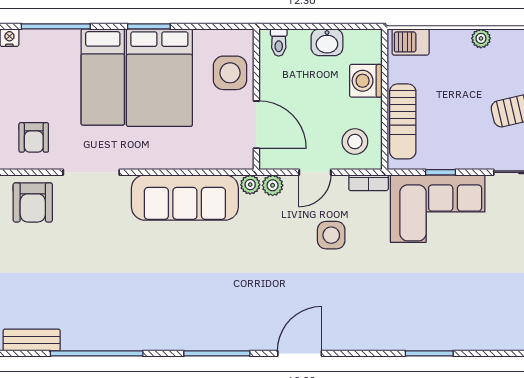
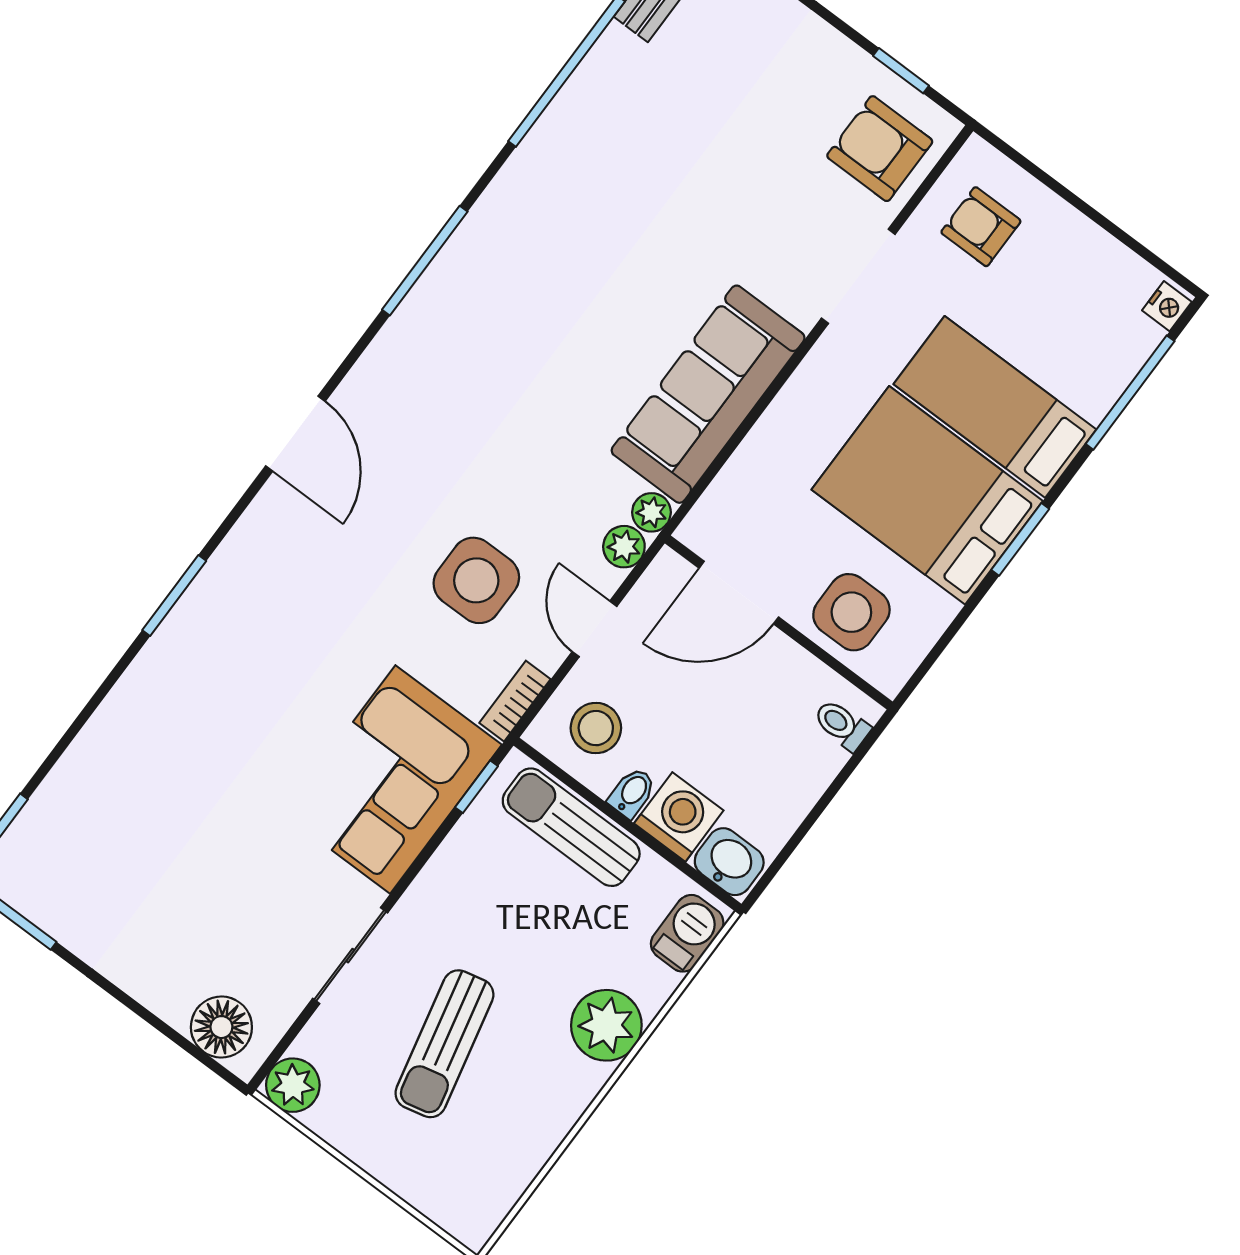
plant: (481, 38) -> (606, 1025), width x1.88, depth x1.88
washbasin: (327, 42) -> (729, 862), moved, turned 90
bidet: (370, 107) -> (632, 793), added
window: (441, 172) -> (476, 787), moved
side table: (331, 235) -> (476, 580), width x1.37, depth x1.37
door: (300, 353) -> (295, 434), moved

